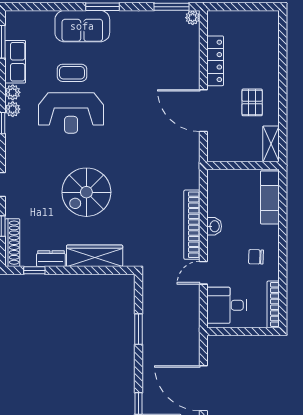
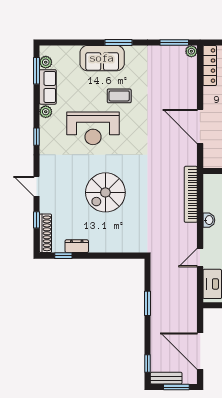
locker: (215, 61) -> (210, 66), moved
coffee table: (72, 73) -> (119, 96), moved
plant: (13, 109) -> (46, 62), moved
bookcase: (192, 225) -> (191, 194), moved
wardrobe: (95, 256) -> (112, 244), removed

